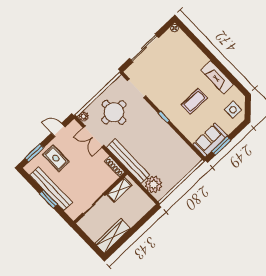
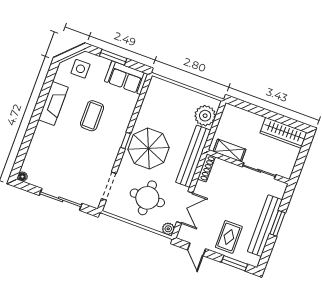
coffee table: (194, 101) -> (92, 116), turned 90
parasol: (150, 131) -> (148, 148), added
window: (221, 146) -> (113, 57), moved

